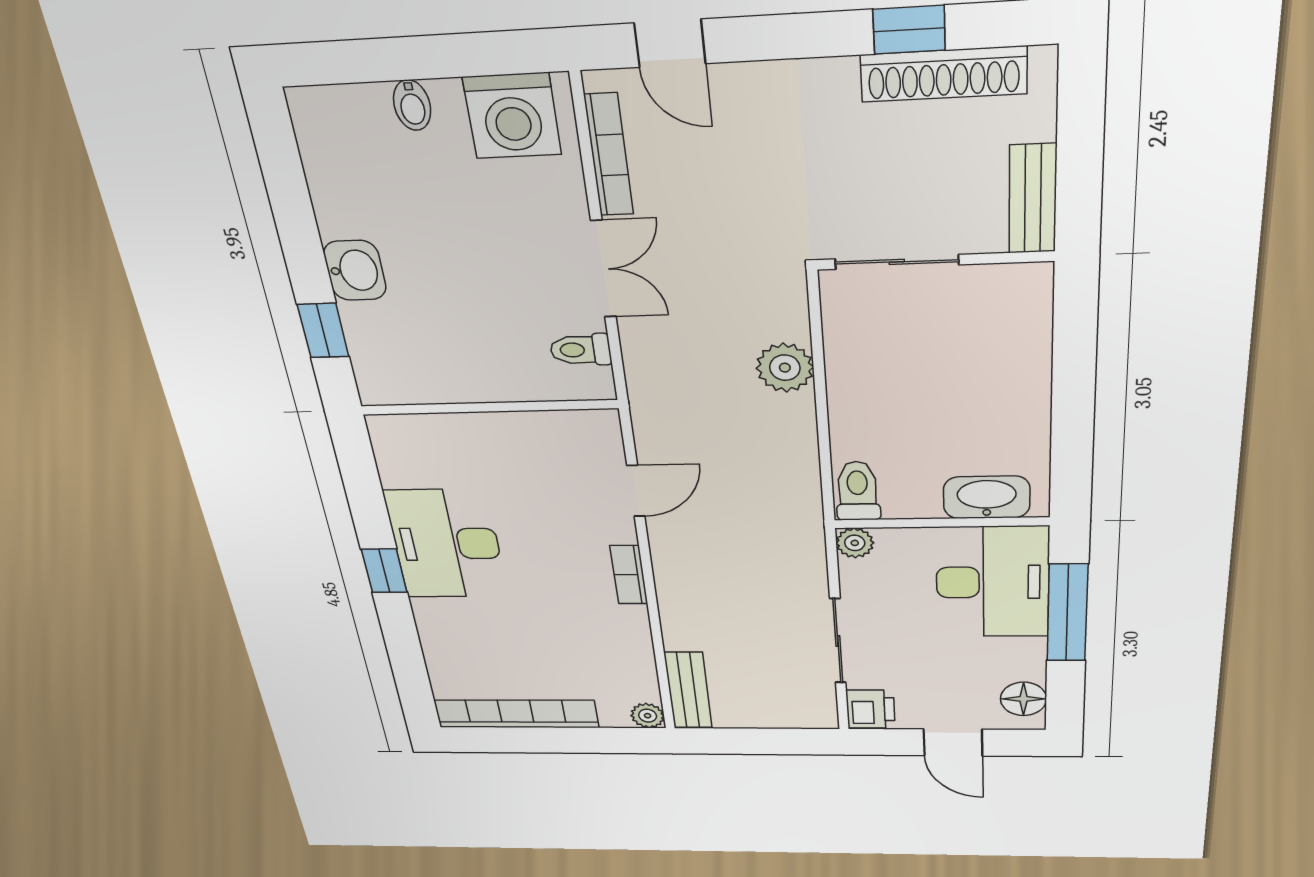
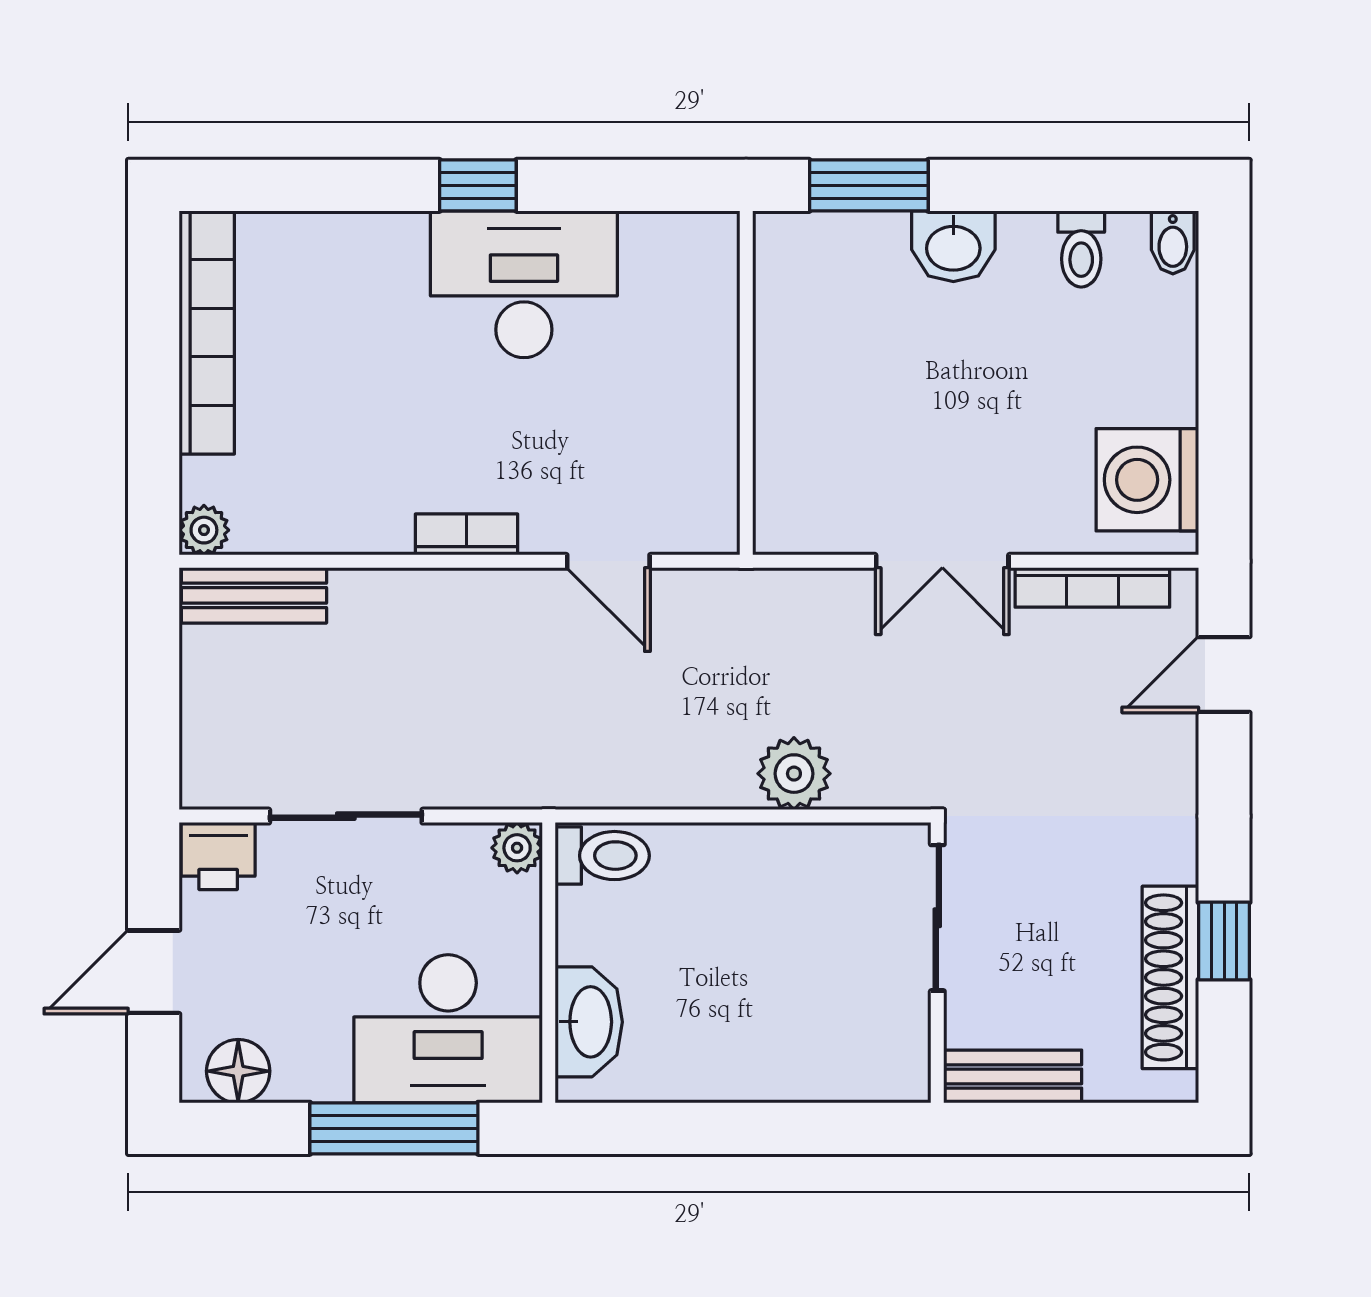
bidet: (412, 105) -> (1173, 242), moved, turned -90
window: (323, 331) -> (869, 185), width x1.50
toilet: (581, 350) -> (1081, 249), moved, turned 180

